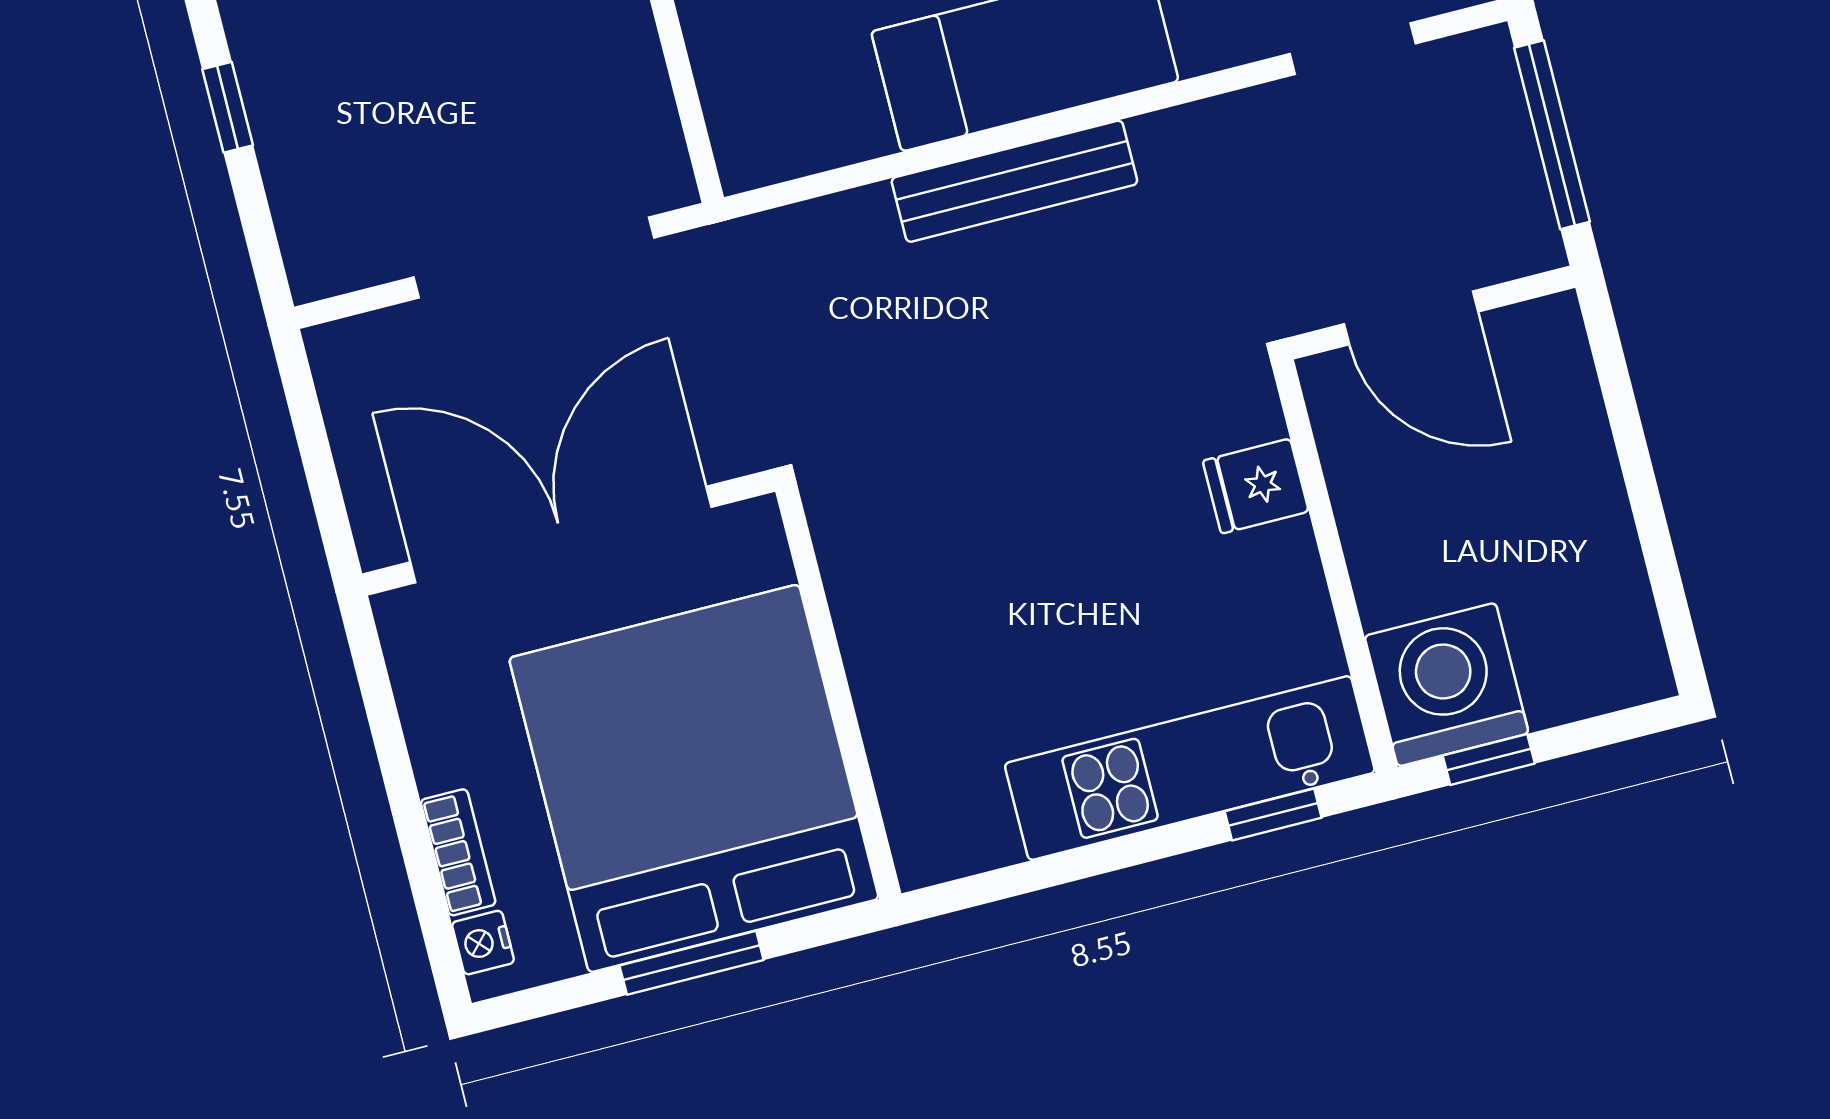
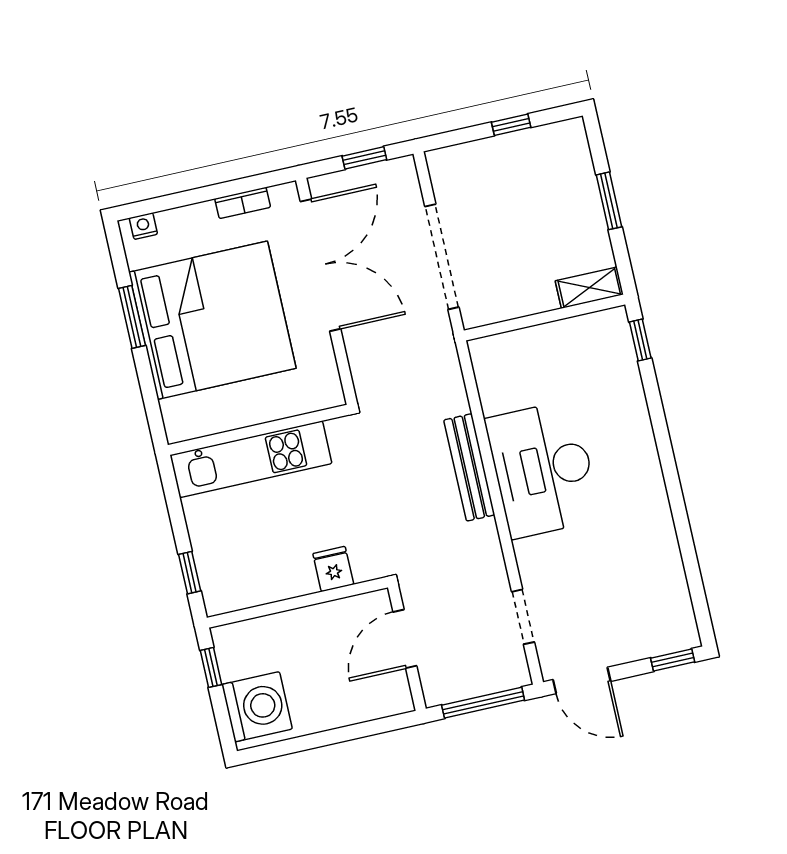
window: (313, 441) -> (364, 158), added
washing machine: (1447, 685) -> (257, 707), moved
wall: (838, 693) -> (258, 430), moved
kitchen unit: (1190, 768) -> (251, 459), moved, turned 90
bookcase: (458, 852) -> (243, 203), moved

